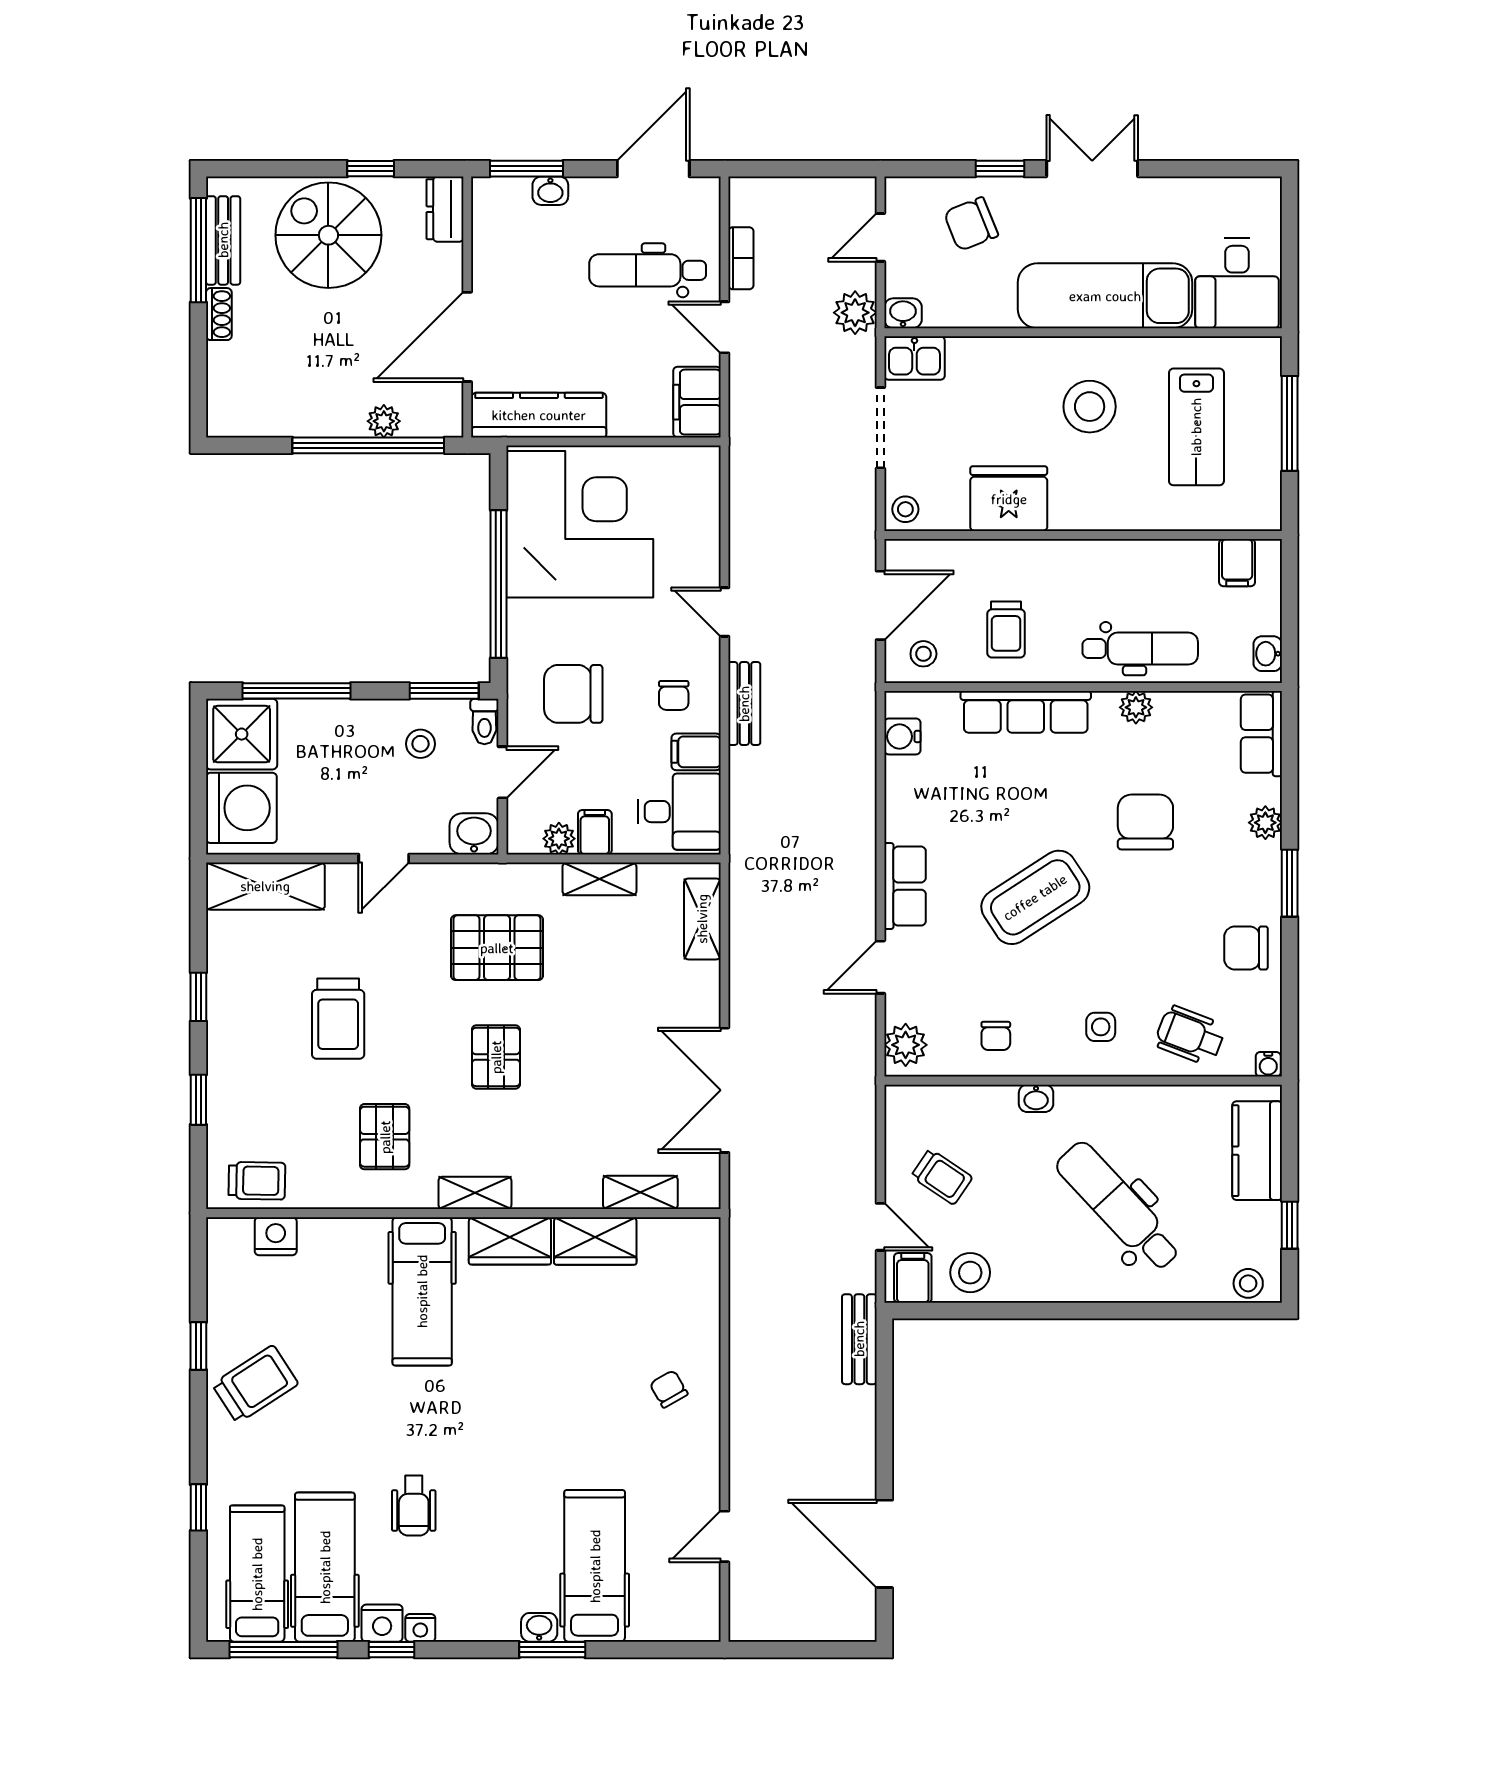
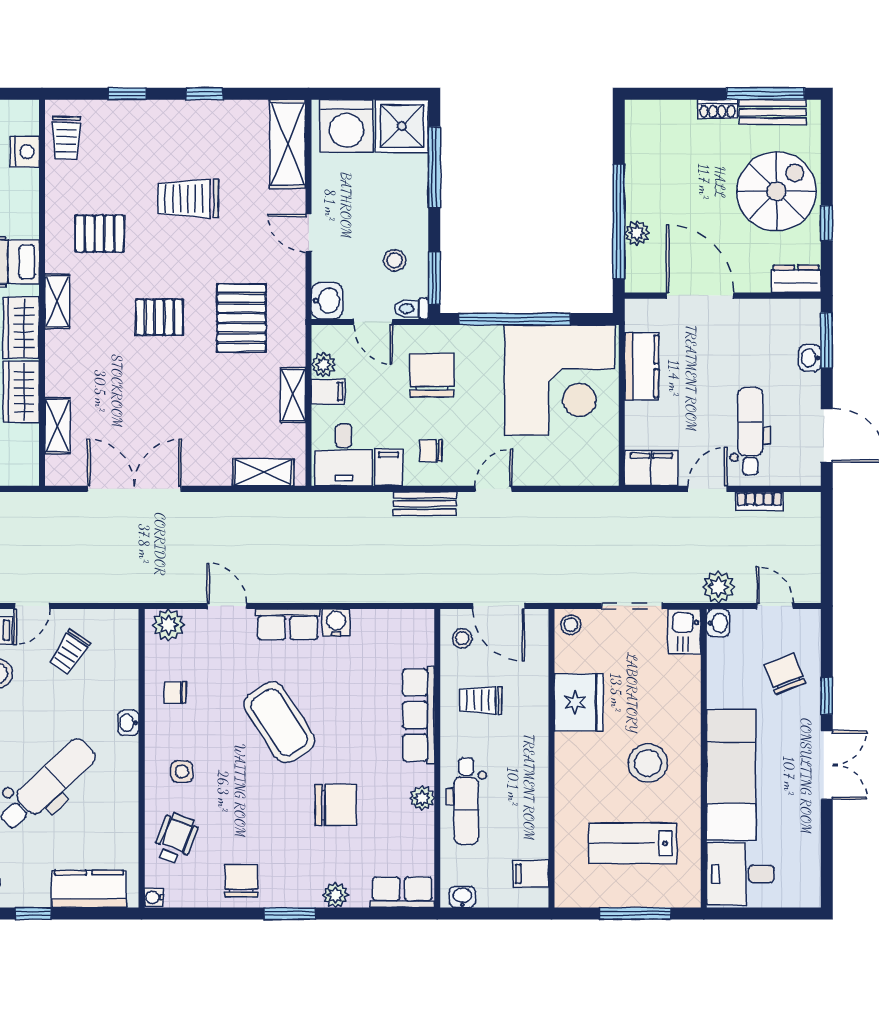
kitchen counter: (539, 415) -> (641, 366), width x0.67
water cooler: (902, 736) -> (336, 622), moved

